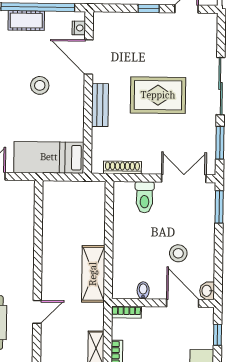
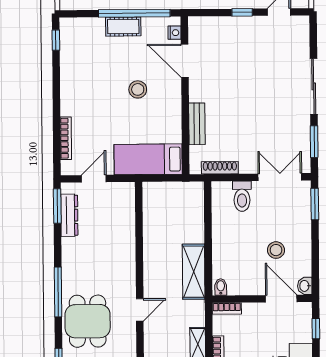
rug: (158, 95) -> (253, 97), removed
bench: (100, 105) -> (197, 124), moved
bidet: (143, 290) -> (221, 287), moved

